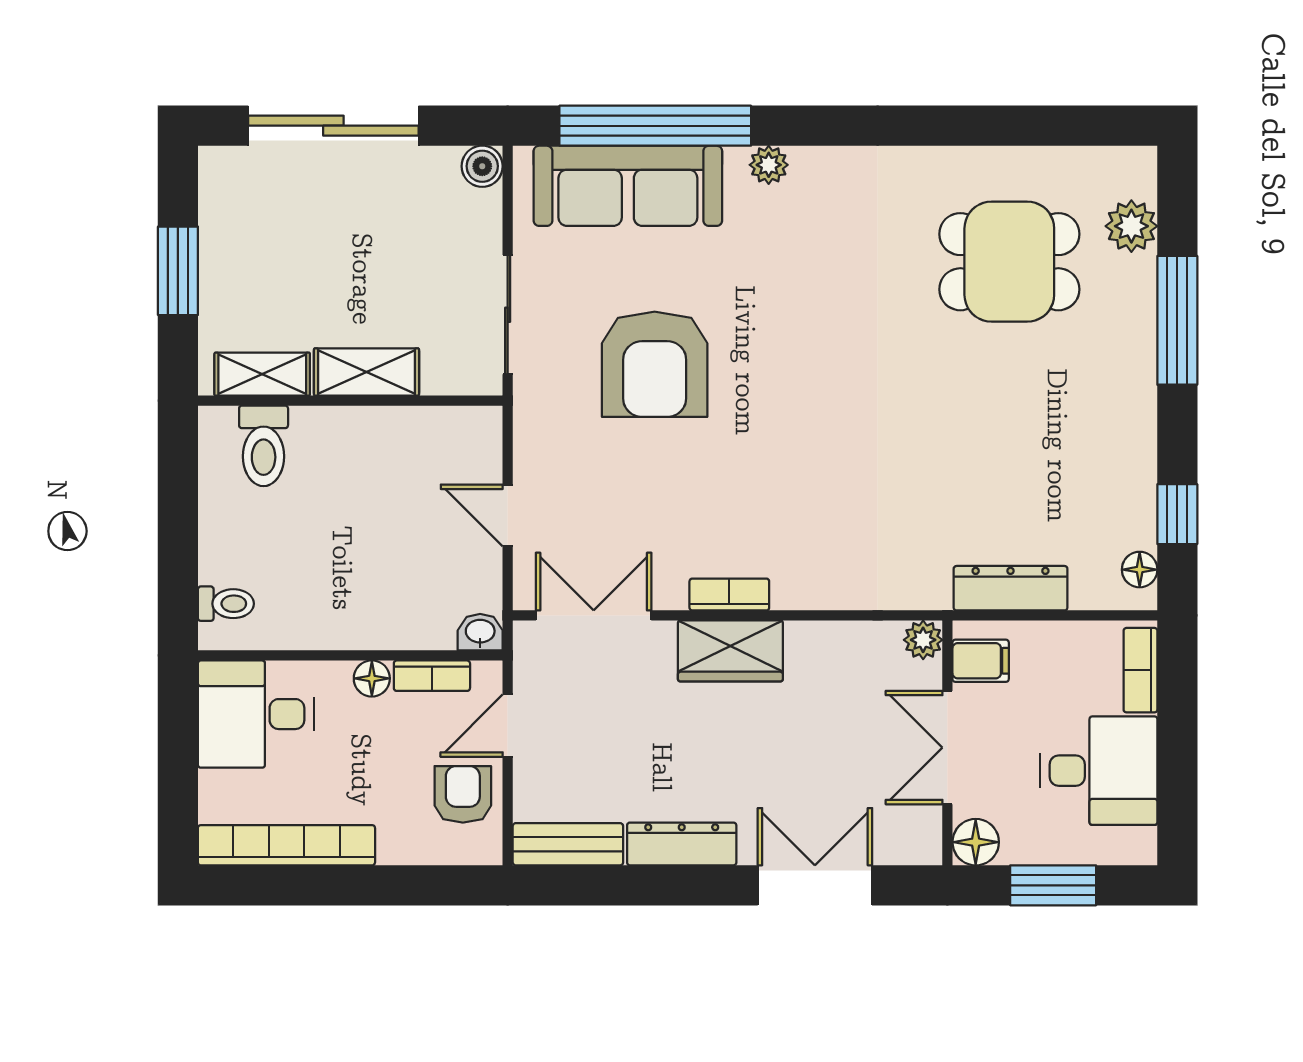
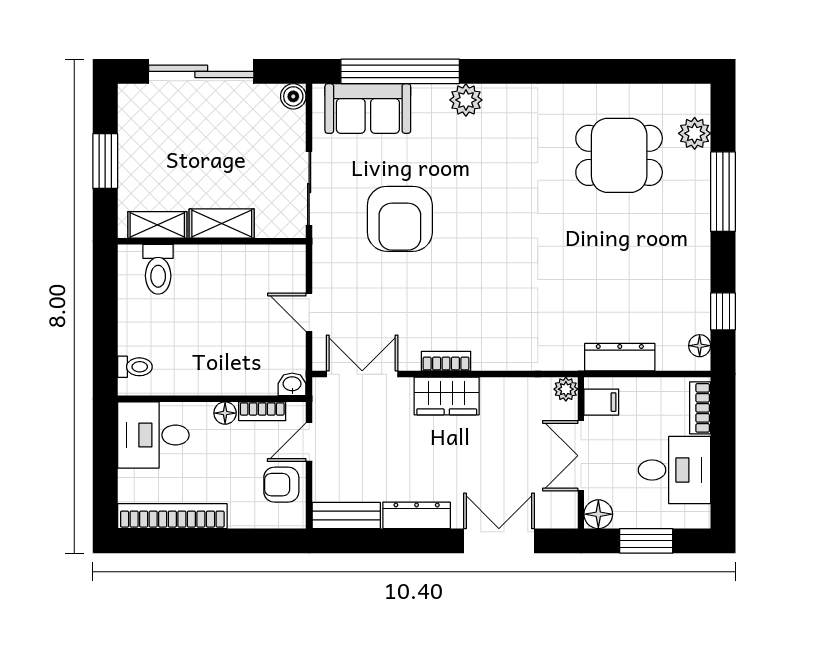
plant: (769, 165) -> (466, 100), width x1.38, depth x1.38
sofa: (628, 186) -> (368, 108), width x0.73
armchair: (463, 794) -> (281, 485), turned -90

